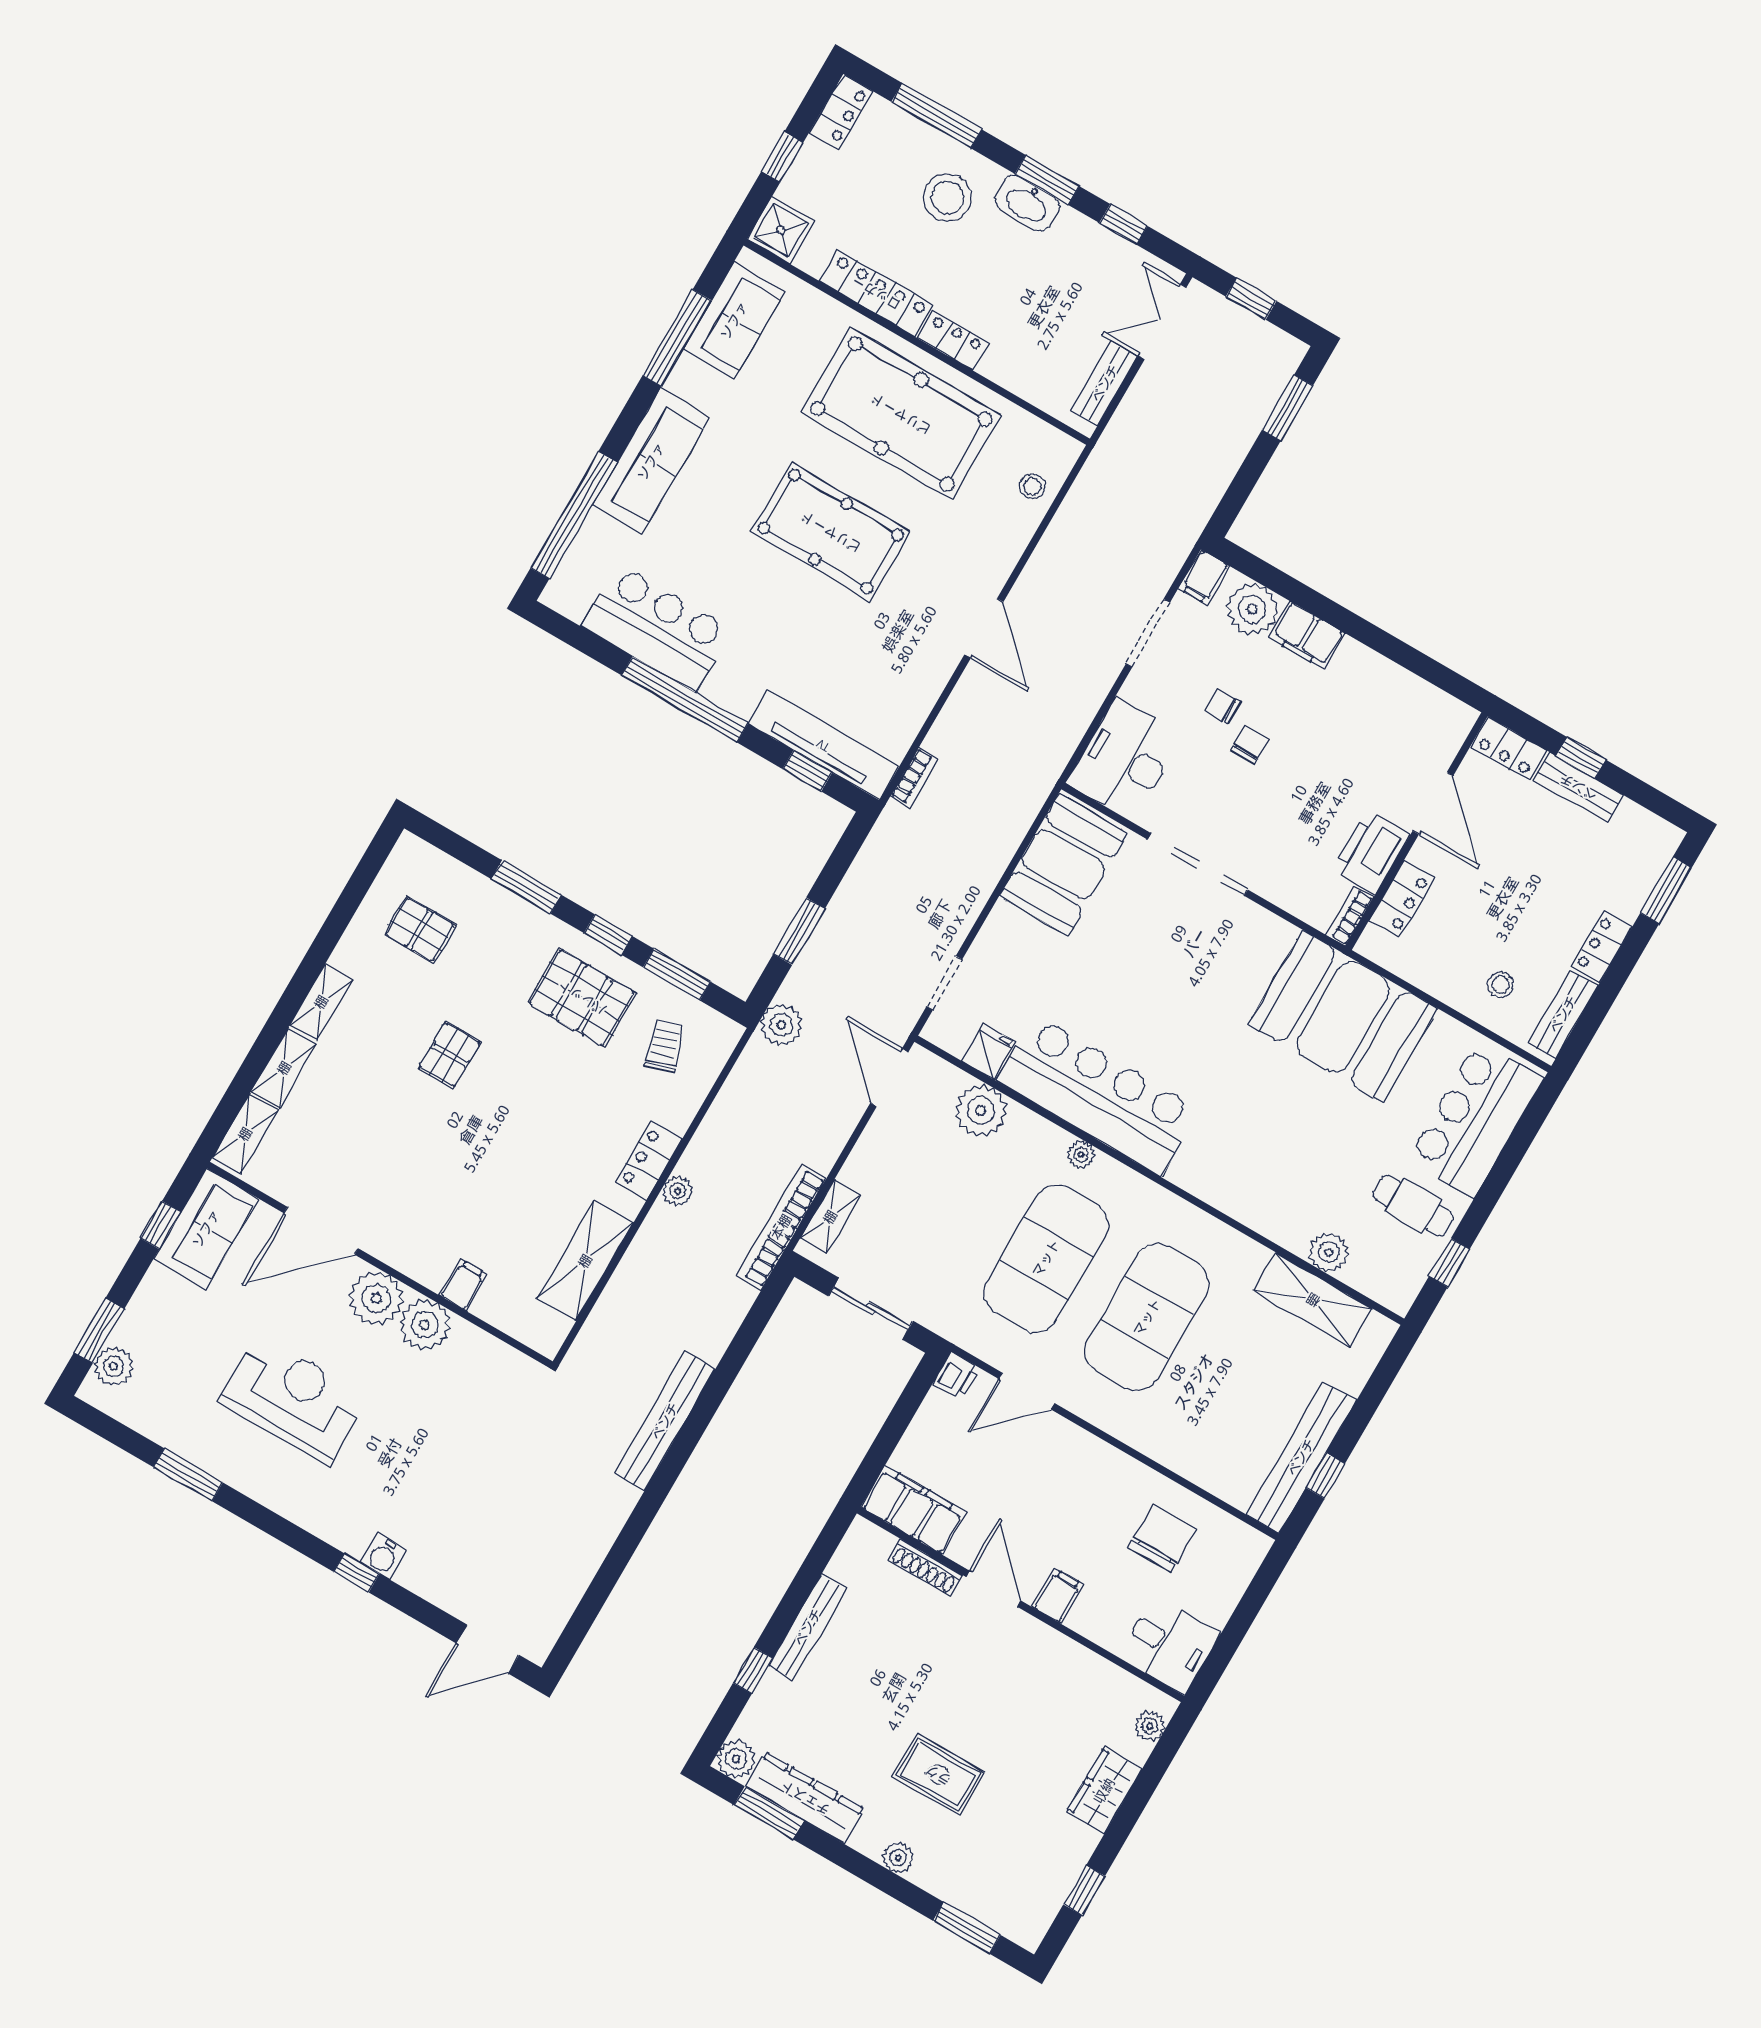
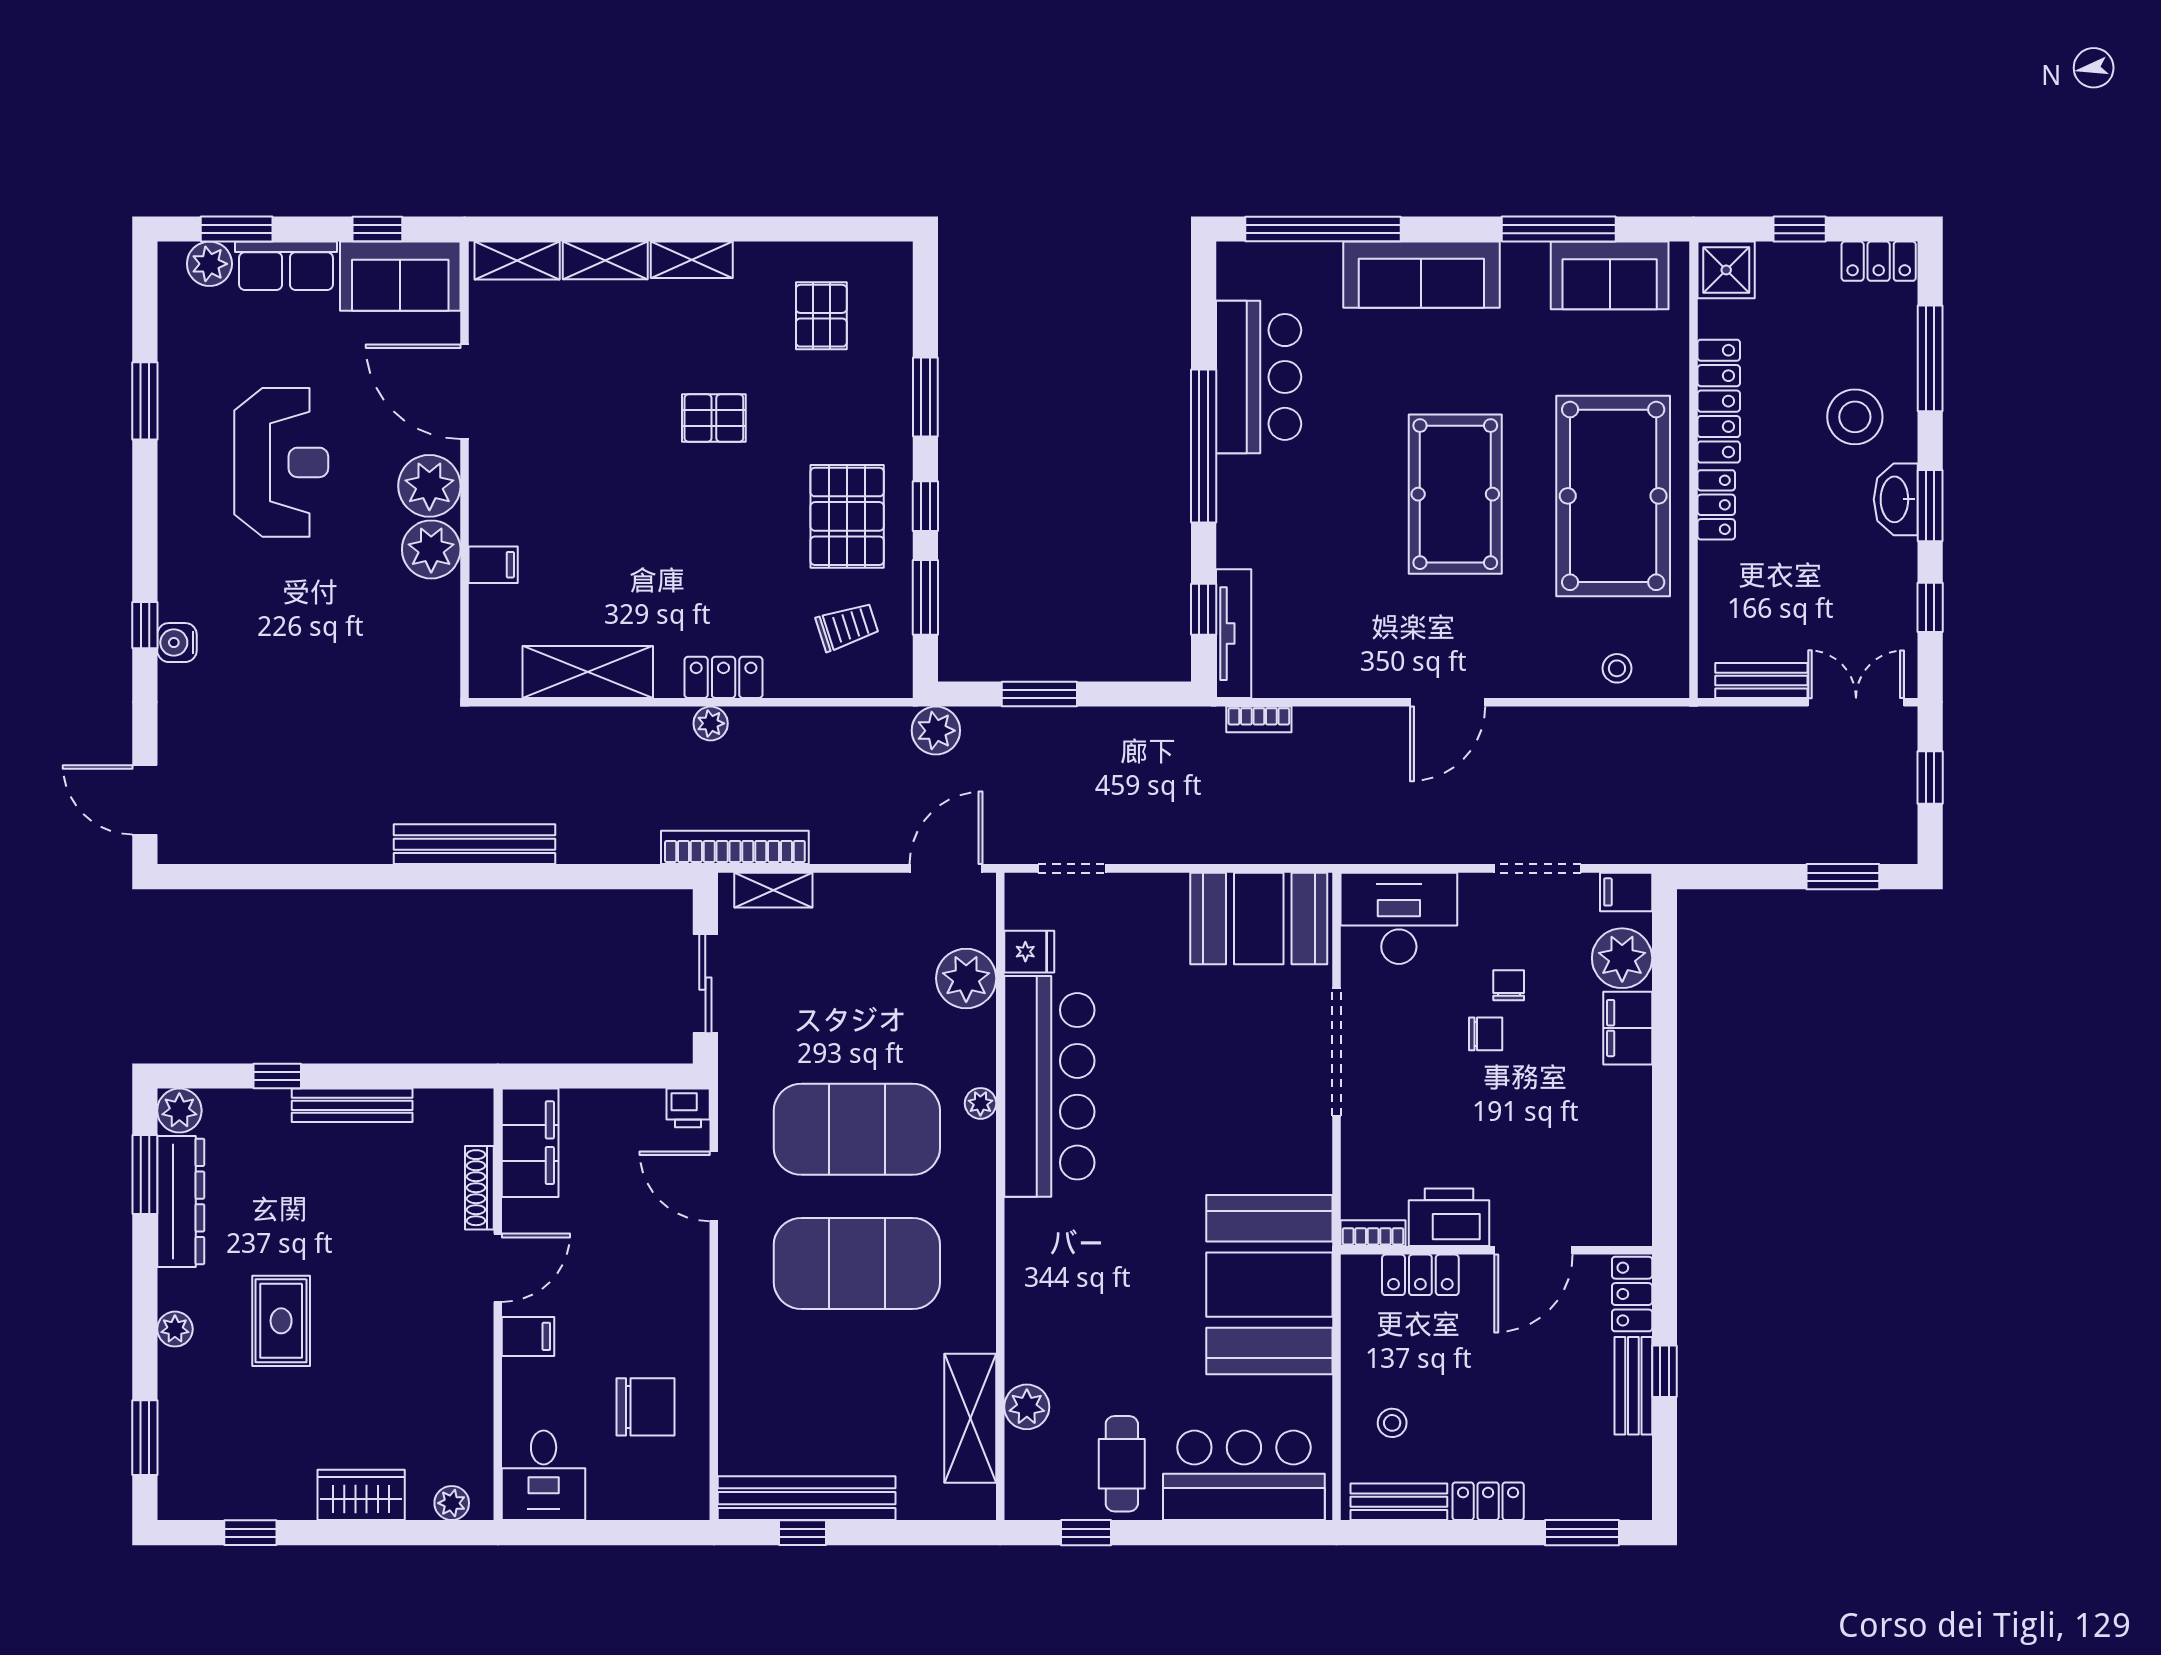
tv unit: (823, 745) -> (1234, 634), width x0.73, depth x0.78
row of seats: (148, 1310) -> (286, 266), added

